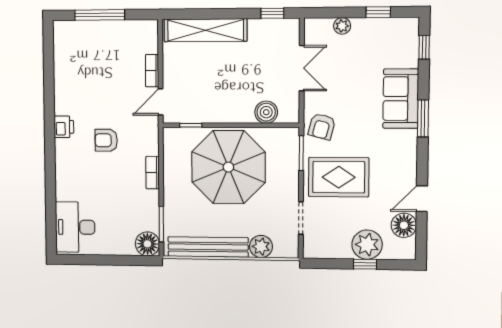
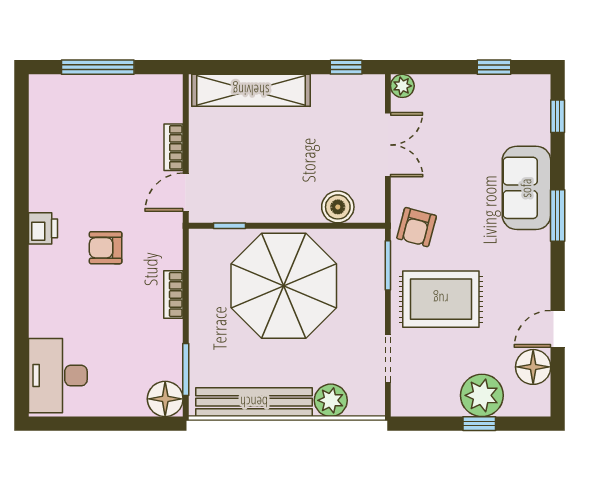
plant: (342, 26) -> (402, 86), moved

